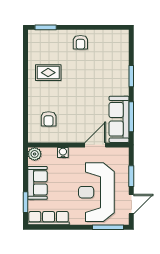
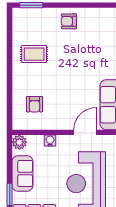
armchair: (80, 42) -> (69, 21), turned 90

